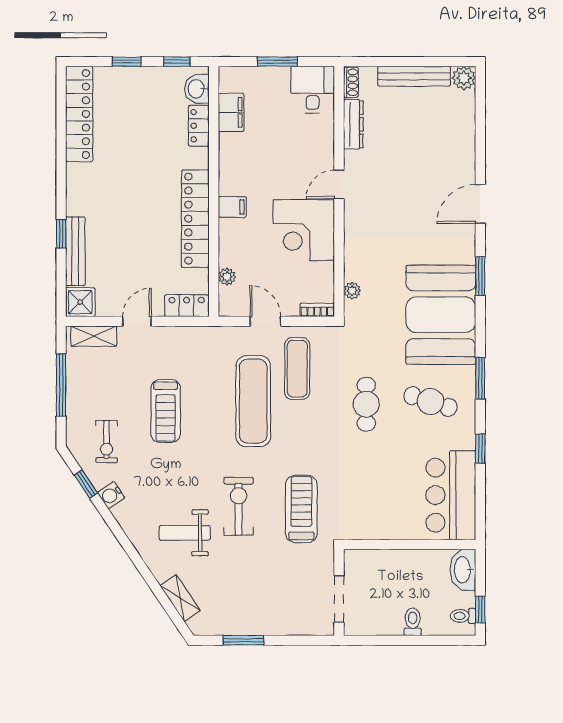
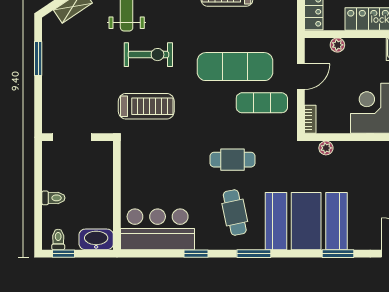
cafe table: (430, 401) -> (235, 213), turned -30

